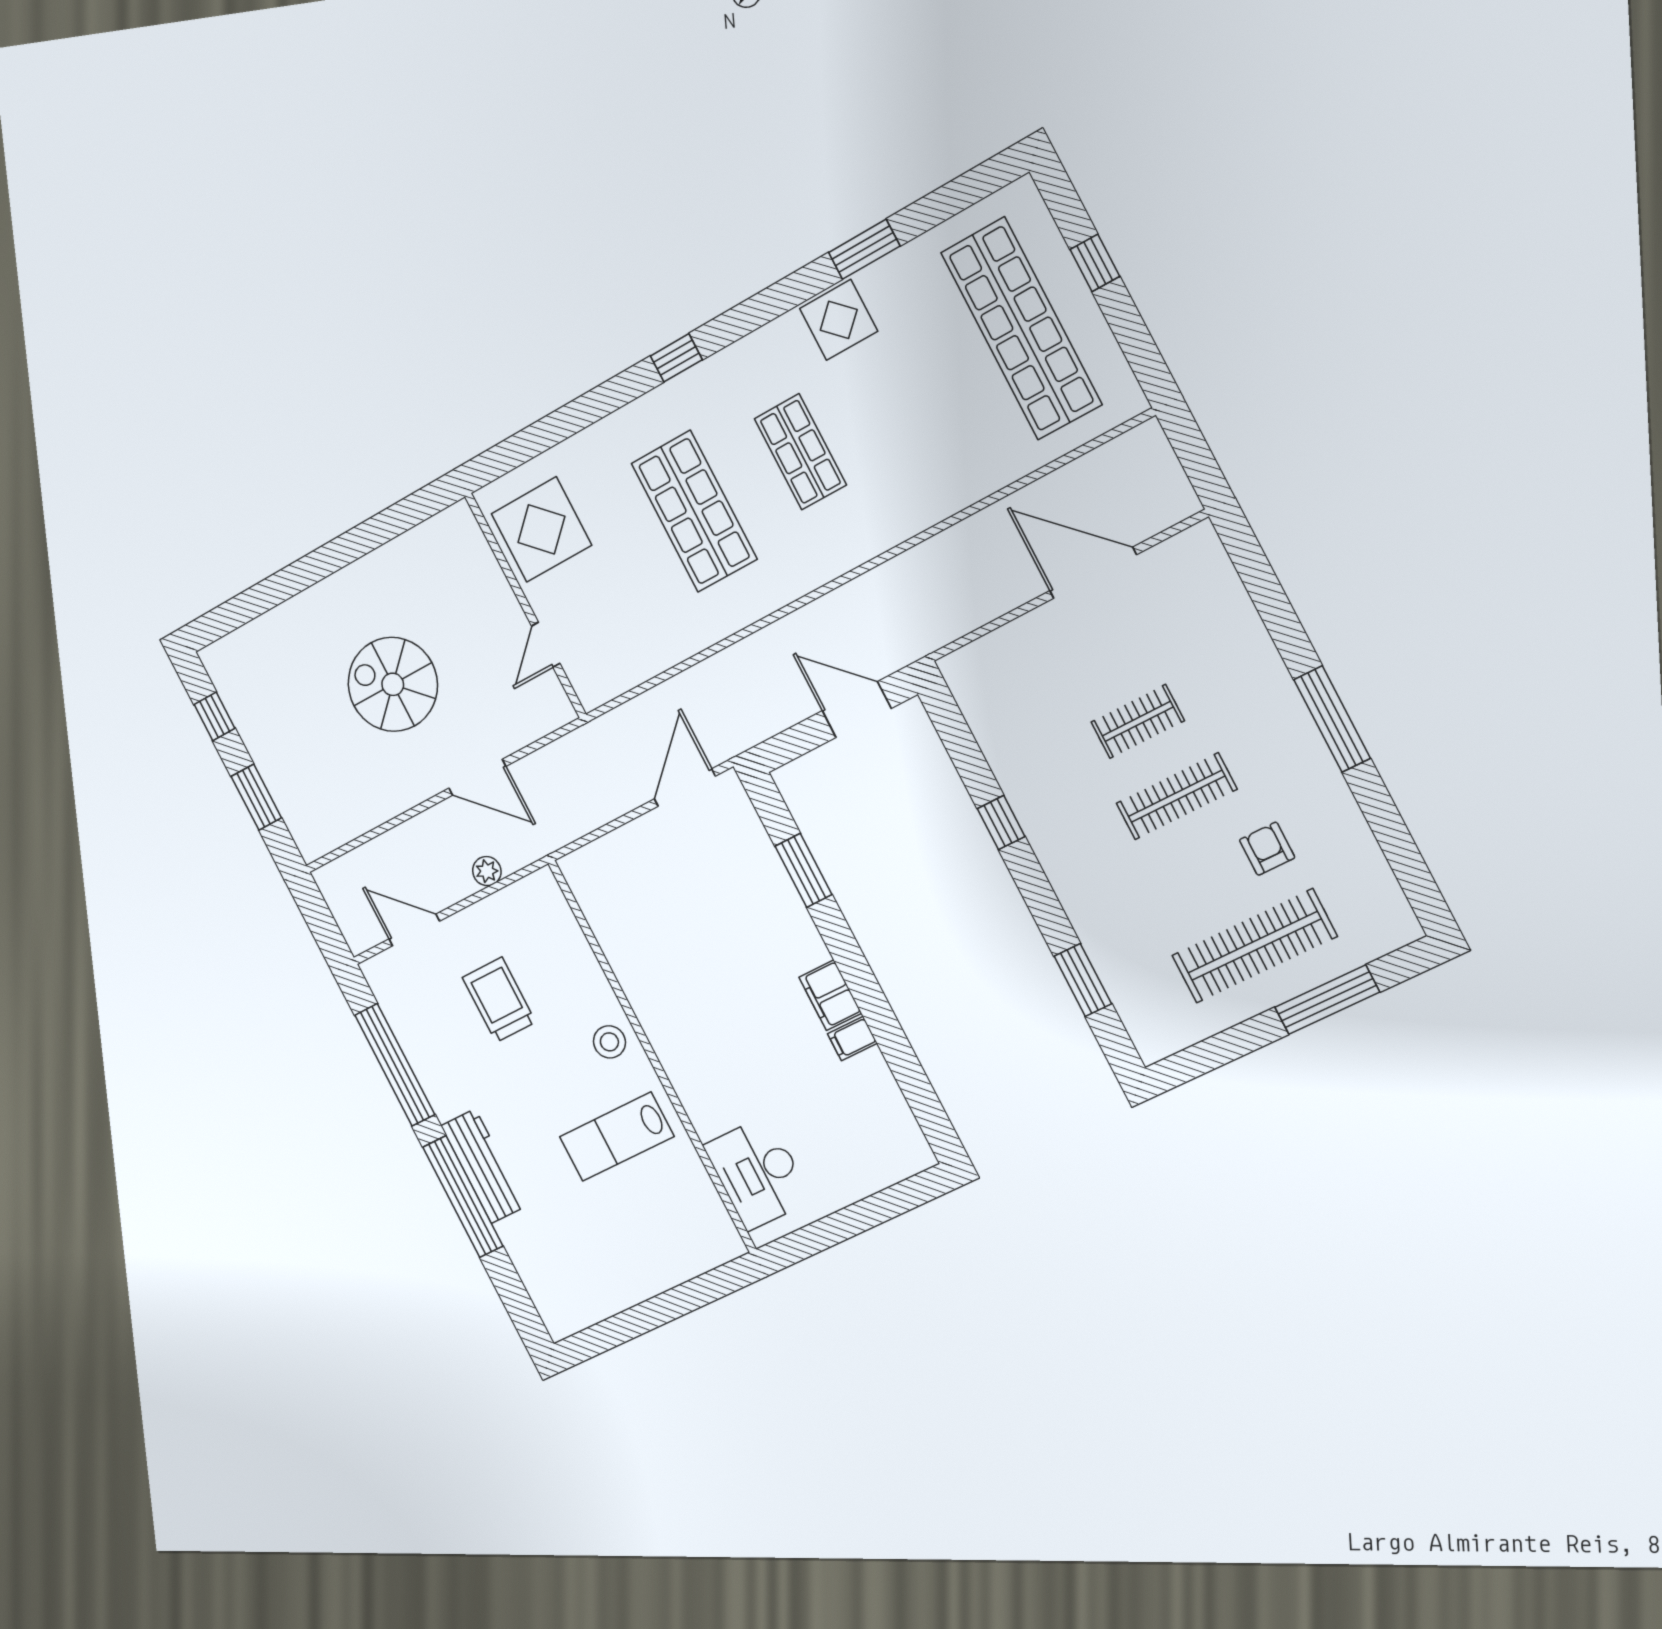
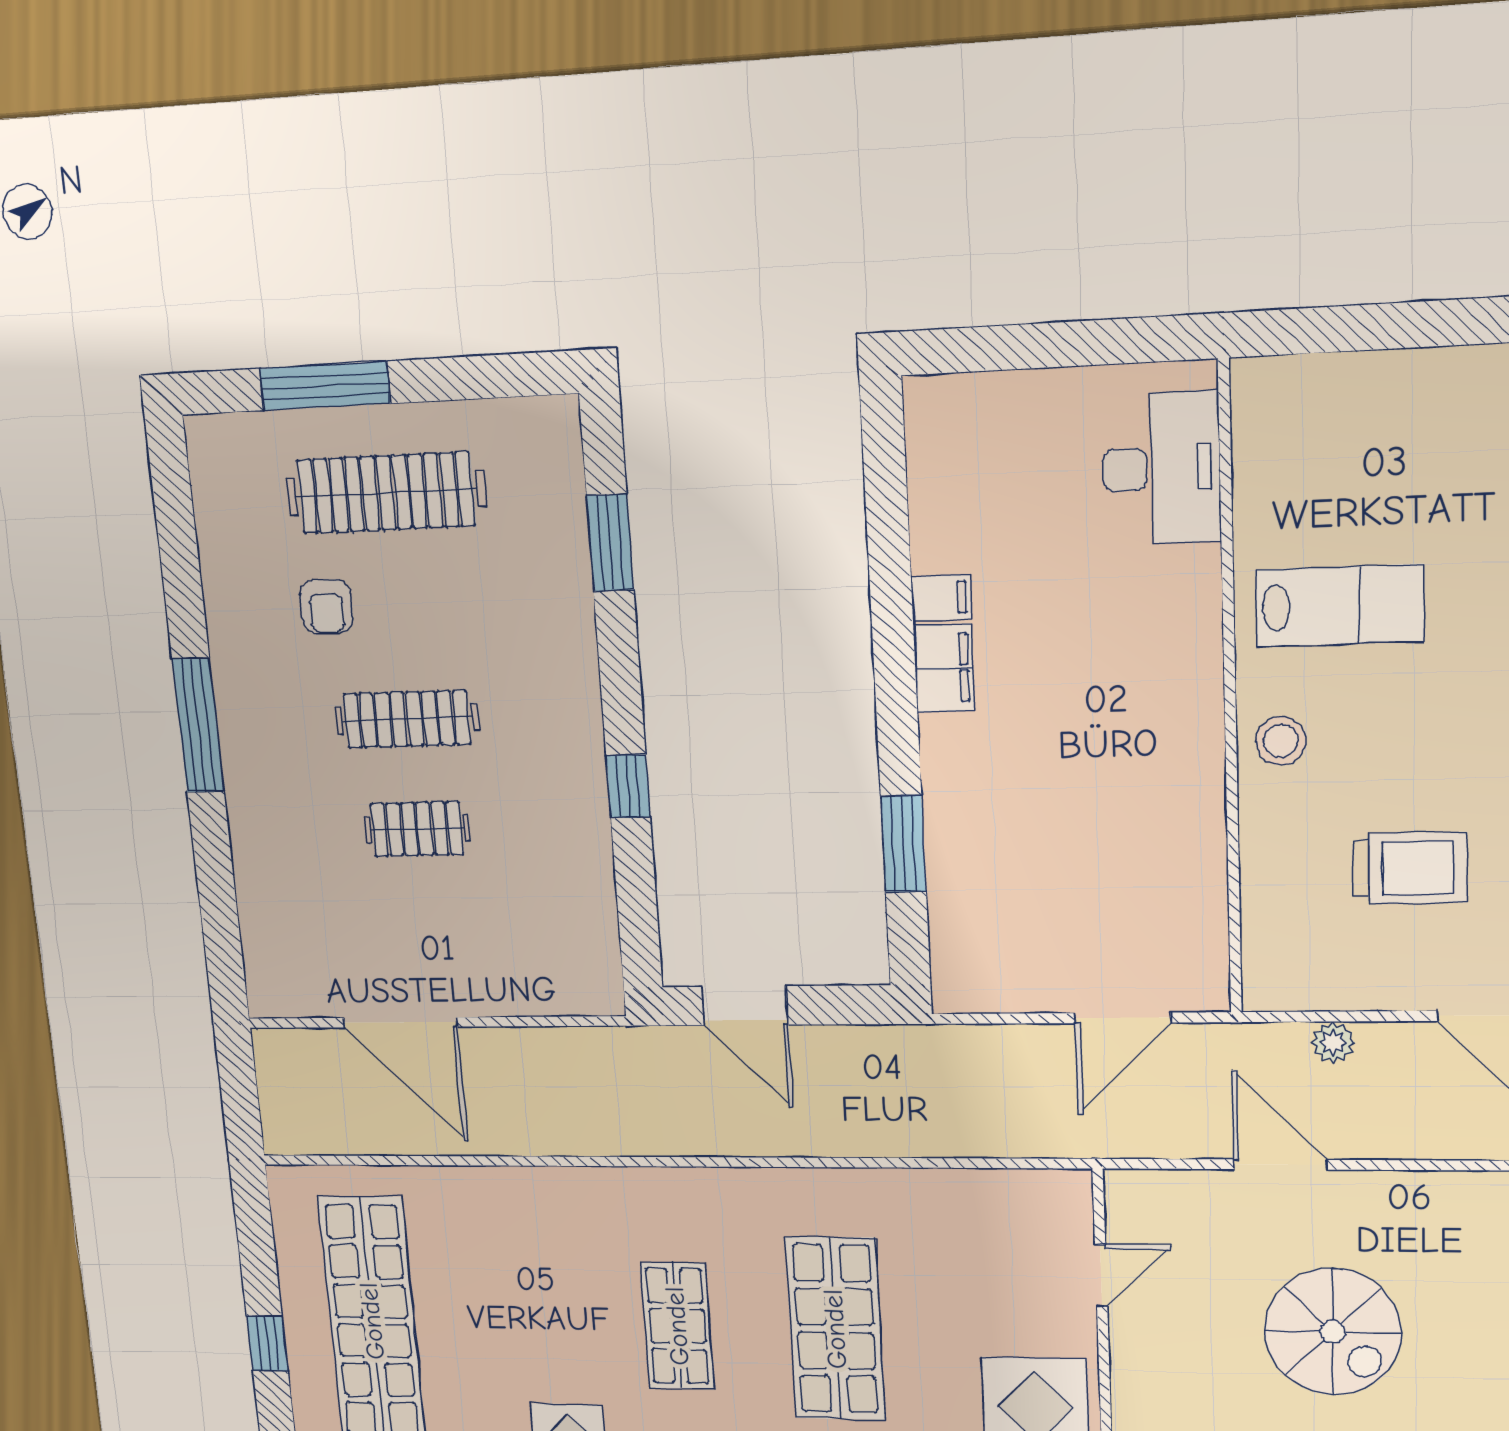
door: (685, 788) -> (1123, 1018), moved
trolley: (499, 1000) -> (1410, 868), turned -90

